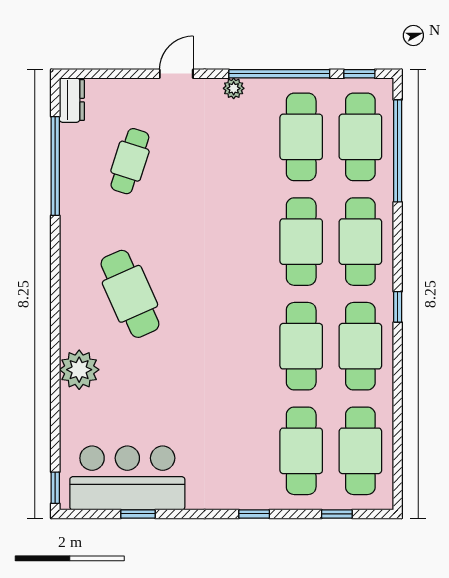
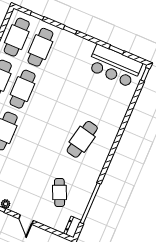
door: (176, 74) -> (26, 220), hinge flipped
cafe table: (130, 161) -> (59, 192), turned -42
cafe table: (130, 294) -> (82, 139), turned 36
plant: (79, 370) -> (115, 118), removed

